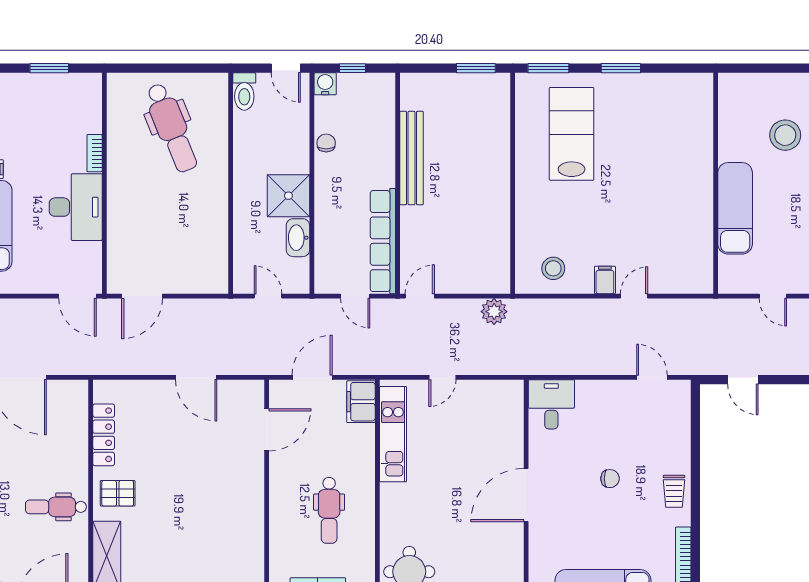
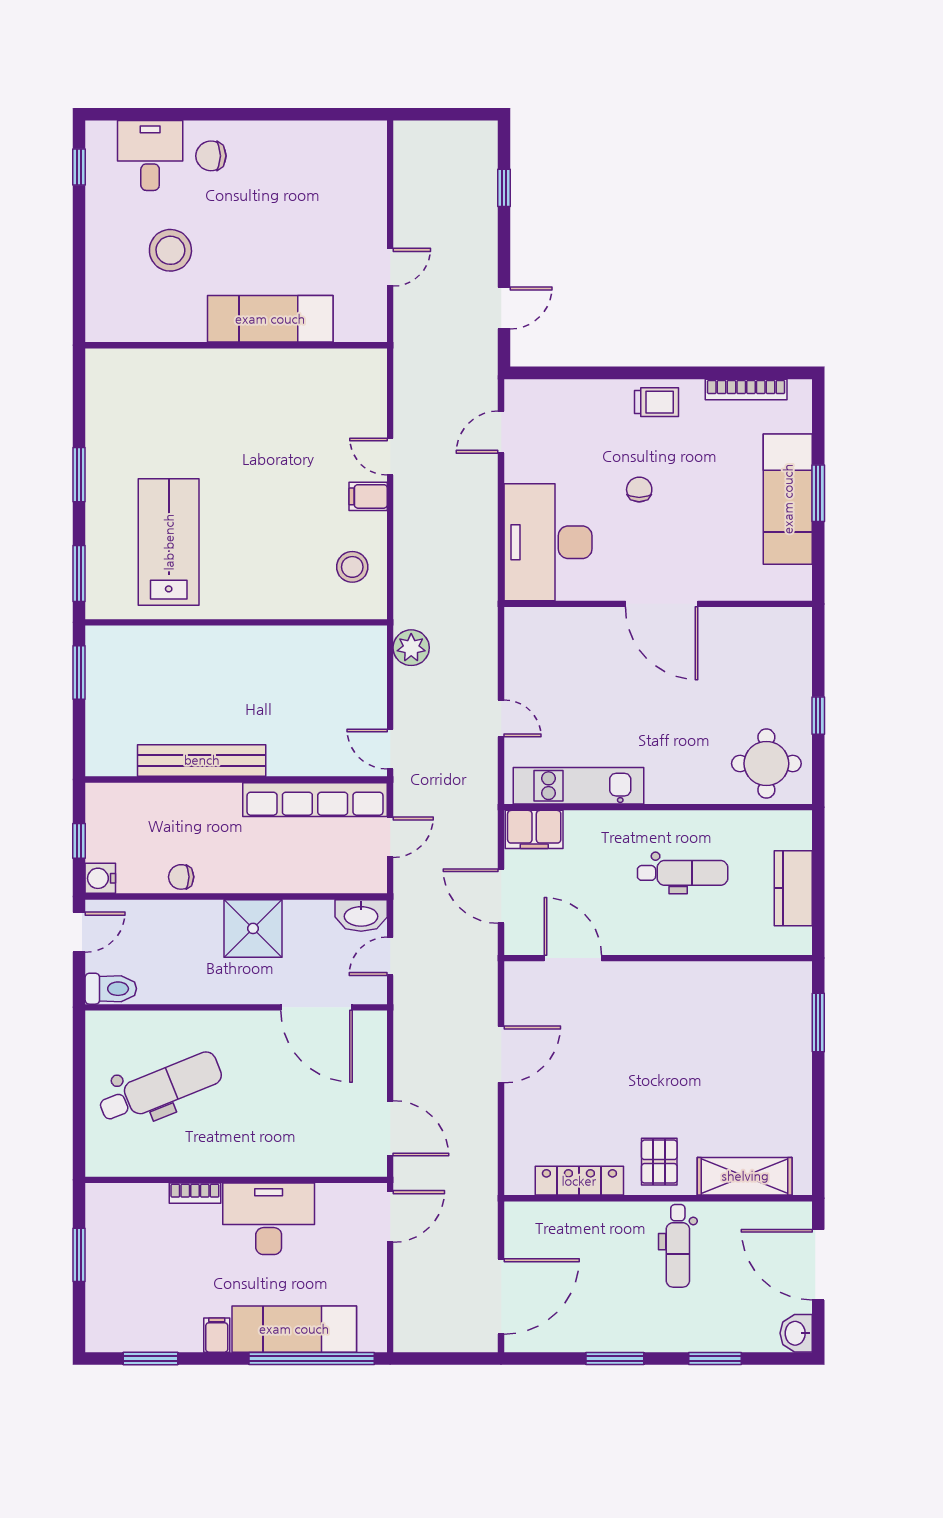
lab bench: (572, 134) -> (169, 542), turned 90
washbasin: (298, 238) -> (361, 915), moved
door: (231, 242) -> (316, 1007), added
desk: (551, 404) -> (548, 542), width x1.87, depth x1.30

